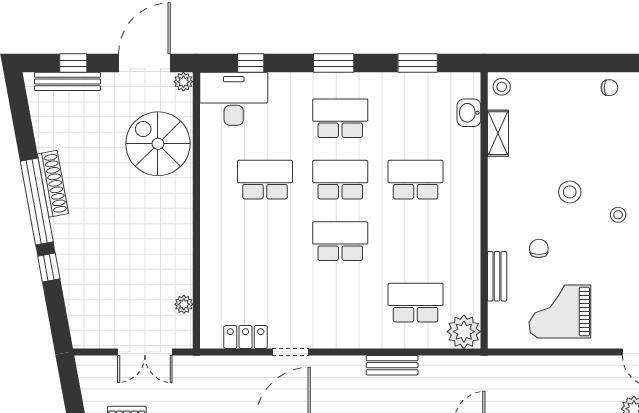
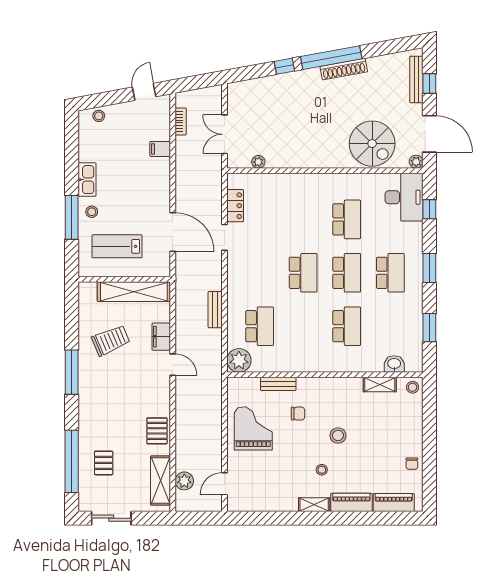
spiral stairs: (158, 144) -> (372, 144), turned 90

